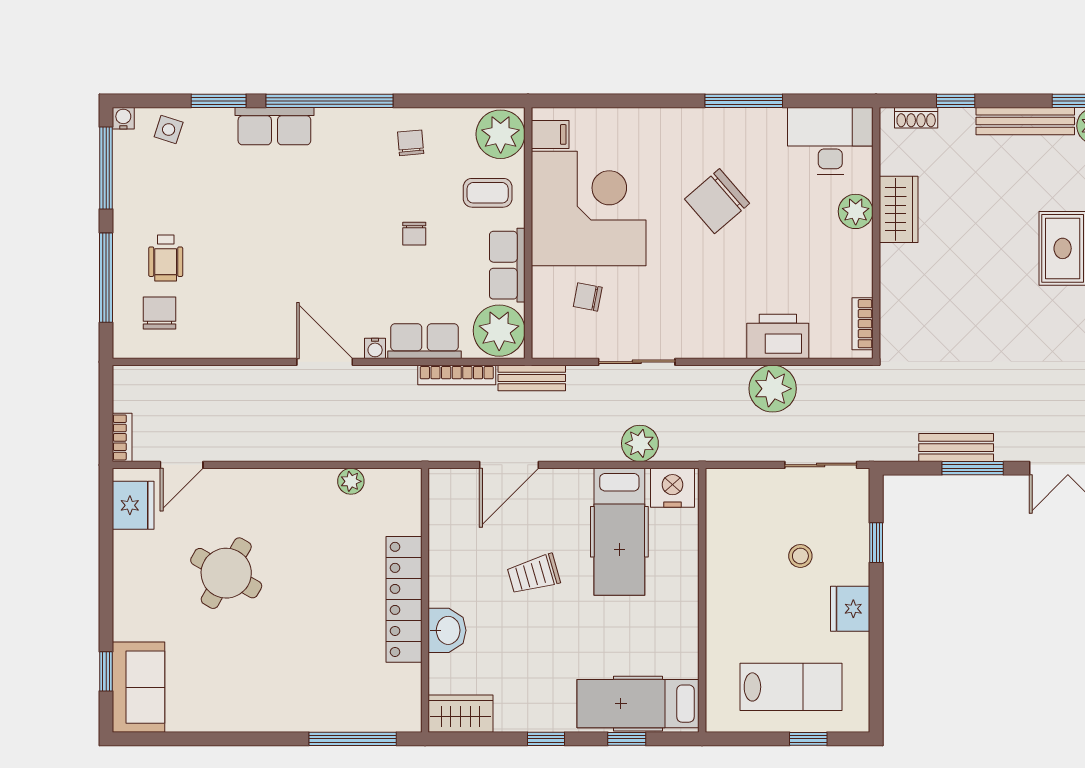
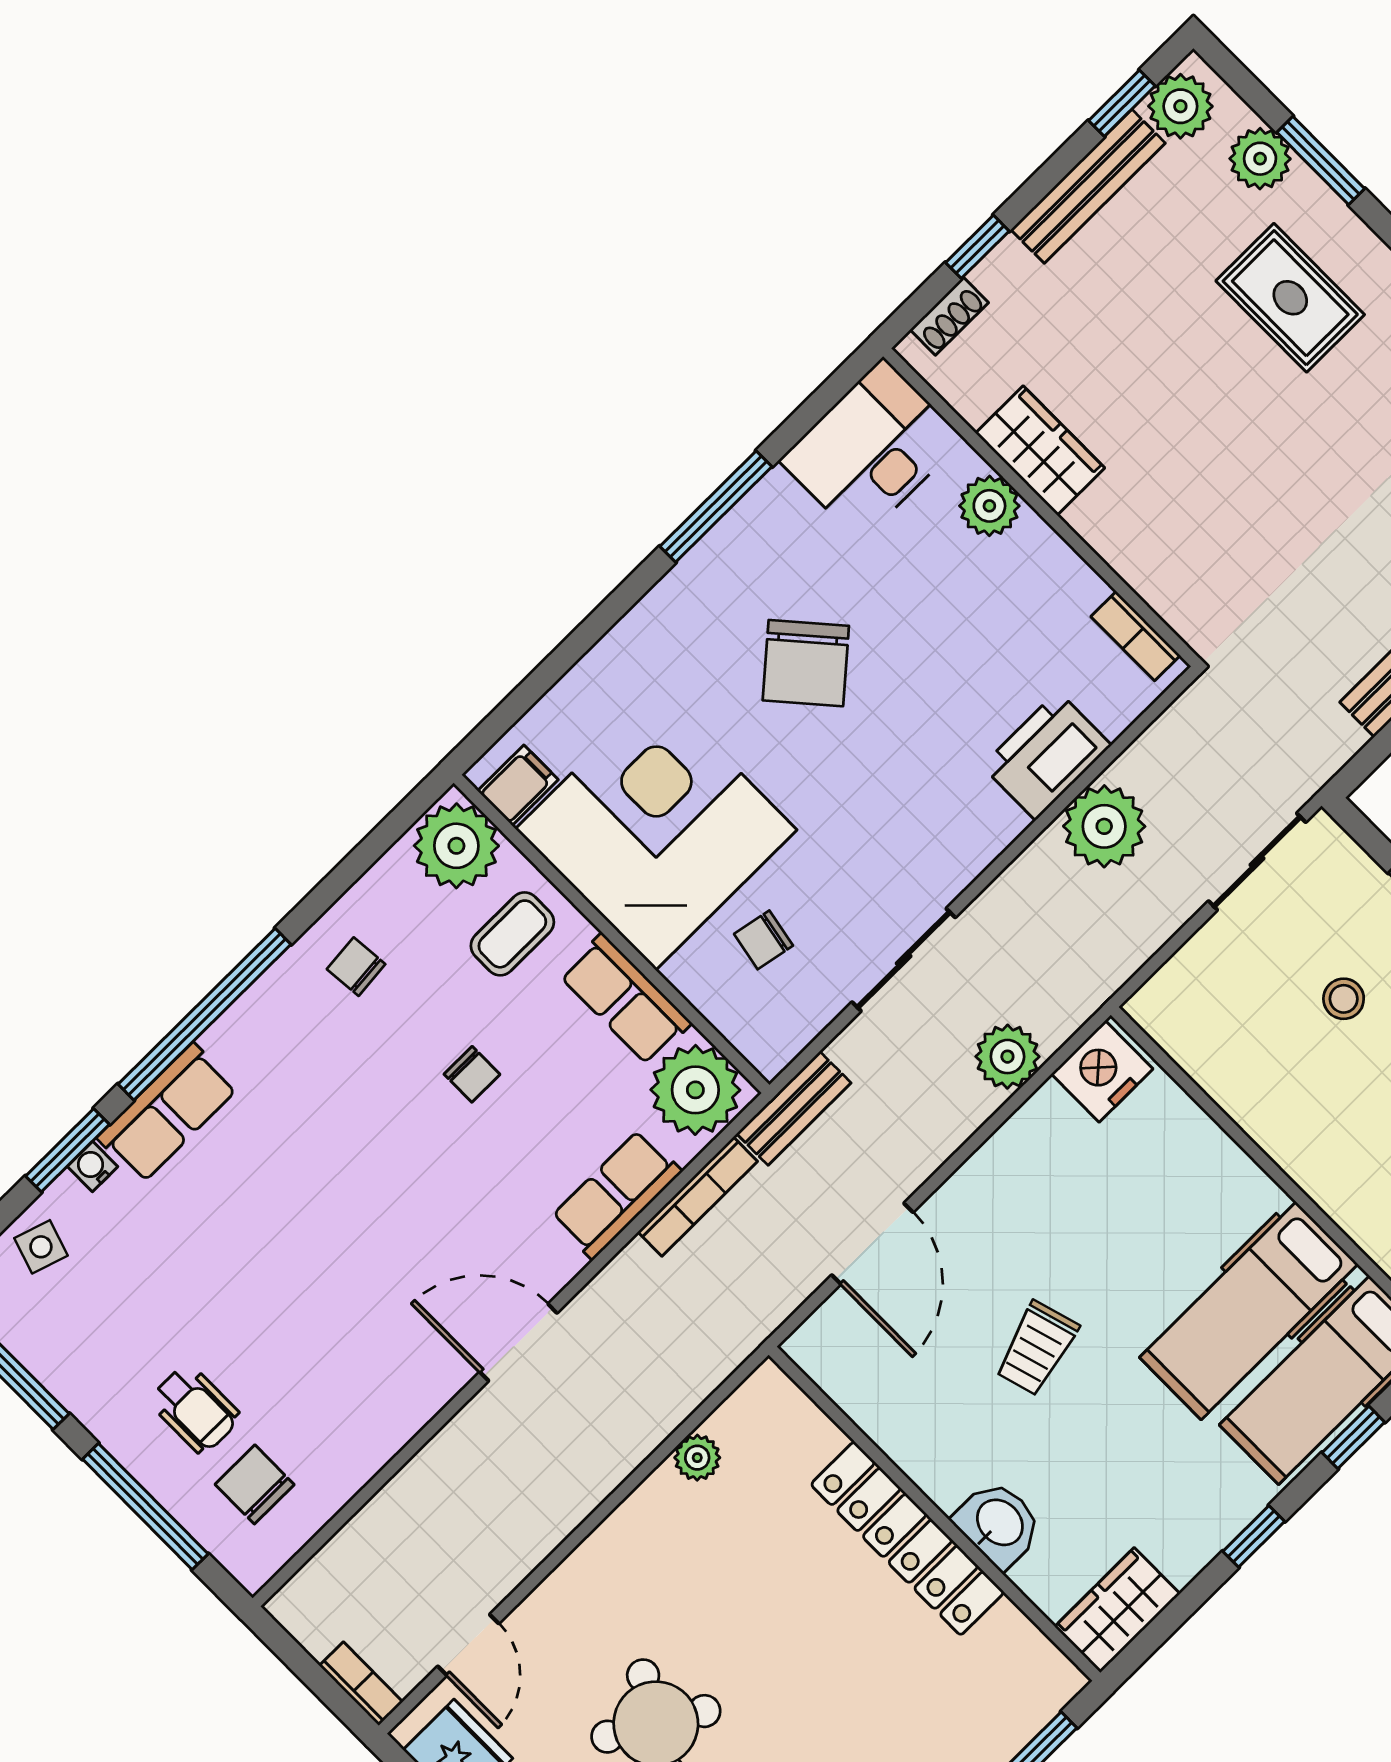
water cooler: (375, 348) -> (93, 1167), moved, turned 180
hospital bed: (619, 532) -> (1249, 1311), moved, turned 90

